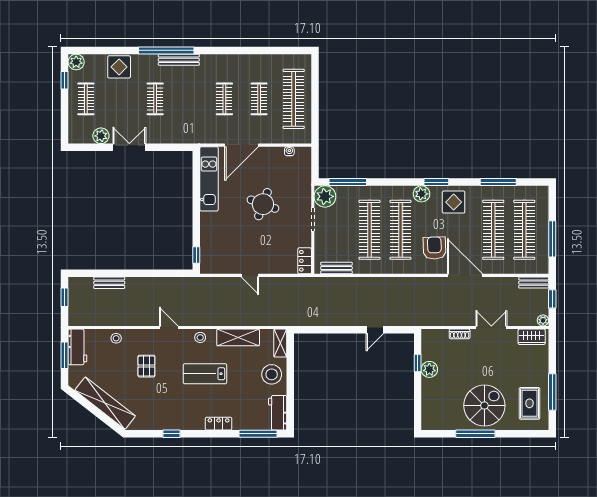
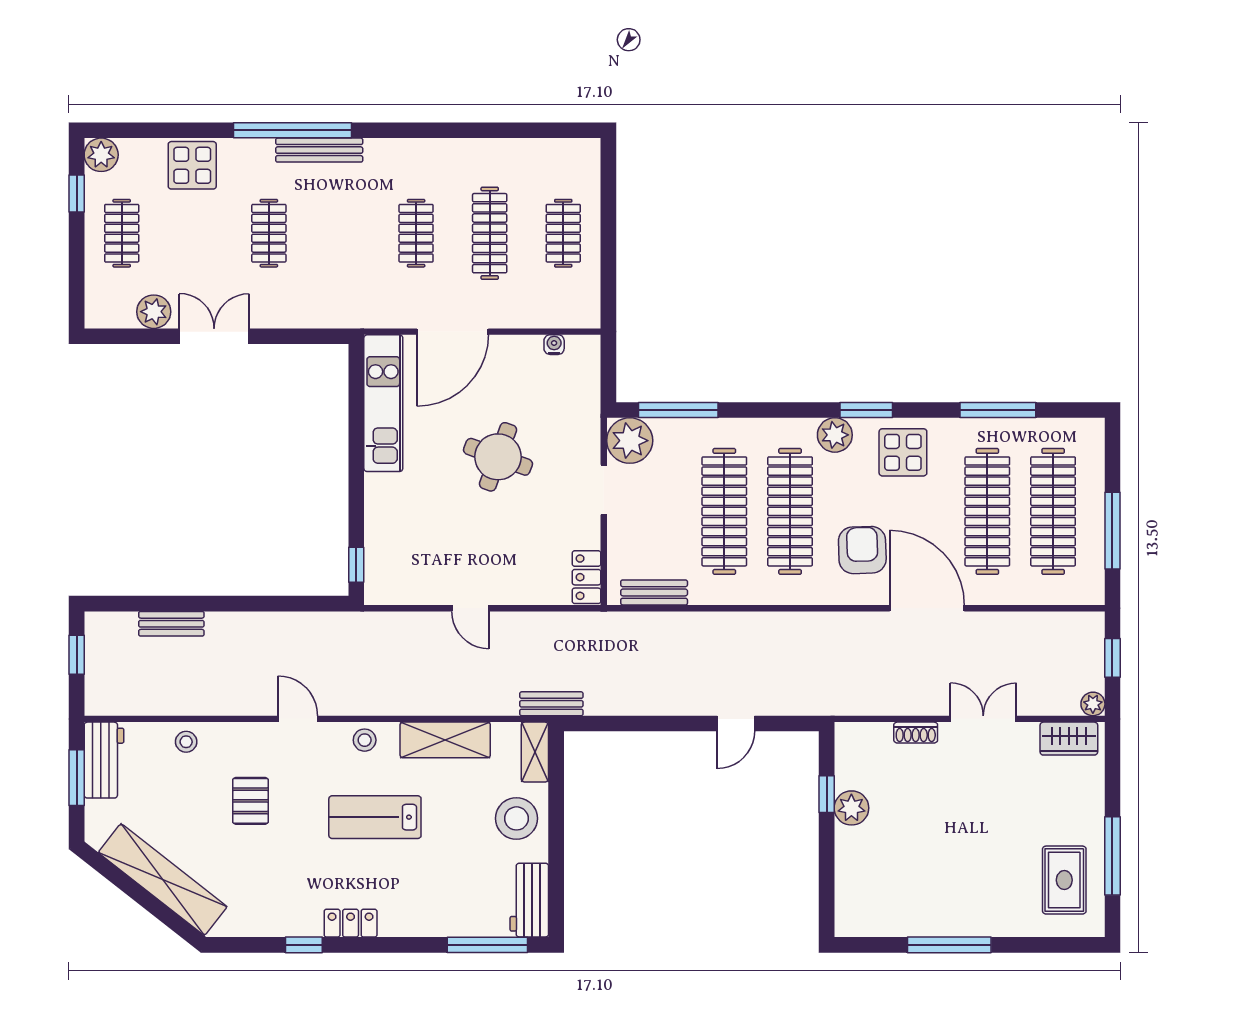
clothes rail: (259, 99) -> (490, 233), width x1.36
clothes rail: (294, 99) -> (563, 233), width x0.54, depth x0.76
bench: (534, 283) -> (551, 704), moved
spiral stairs: (484, 406) -> (969, 885), removed
locker: (219, 424) -> (351, 923), moved

